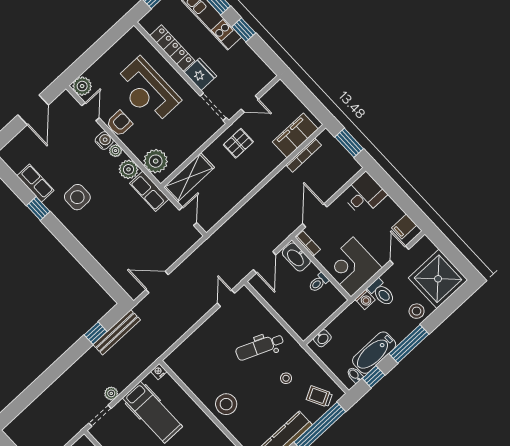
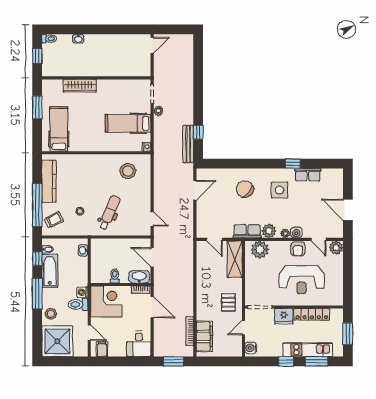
water cooler: (263, 78) -> (251, 348), added
reception desk: (147, 91) -> (302, 280), turned 180
chair: (109, 233) -> (245, 189), added
stool: (226, 404) -> (128, 171), moved

